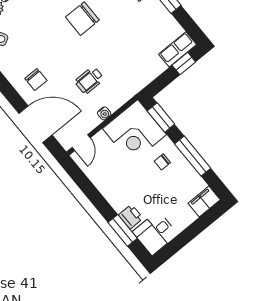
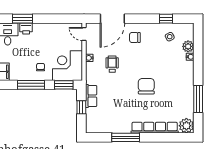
row of seats: (178, 49) -> (91, 96), moved
window: (184, 64) -> (81, 107), moved

